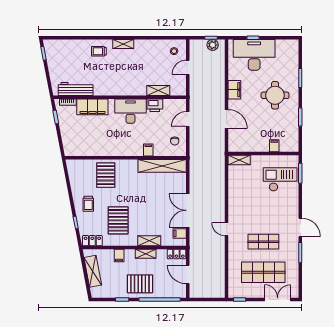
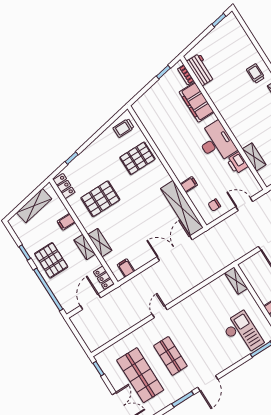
workbench: (76, 89) -> (201, 70), width x0.73
trolley: (88, 204) -> (124, 128), moved
double door: (188, 210) -> (175, 248), moved

